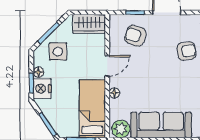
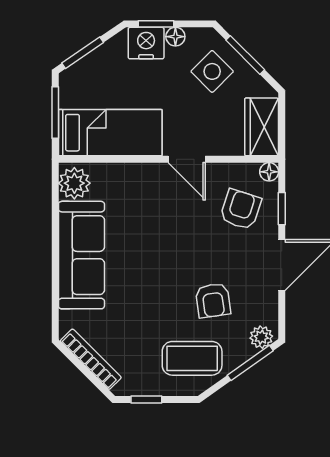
side table: (58, 52) -> (212, 71), turned 45
floor lamp: (114, 93) -> (269, 172), moved

